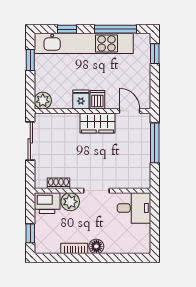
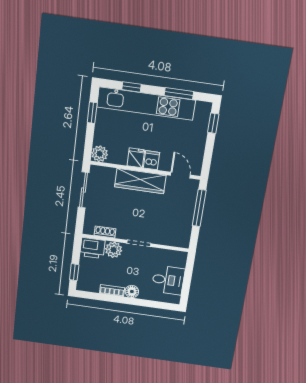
window: (115, 29) -> (179, 94), width x0.69
wardrobe: (97, 123) -> (140, 181), width x1.50
desk: (134, 208) -> (168, 280), moved

